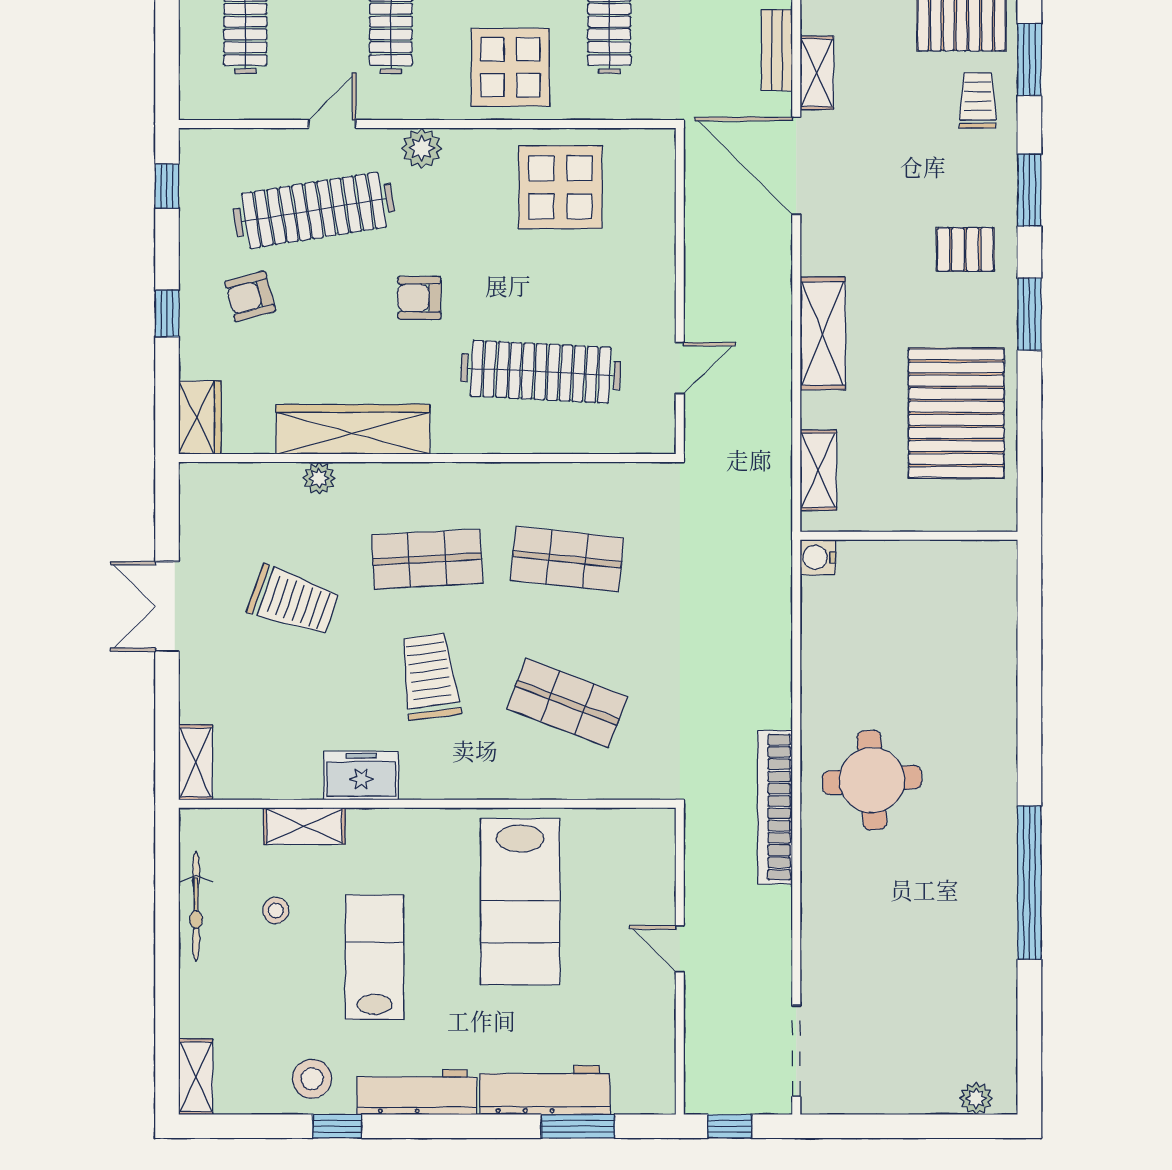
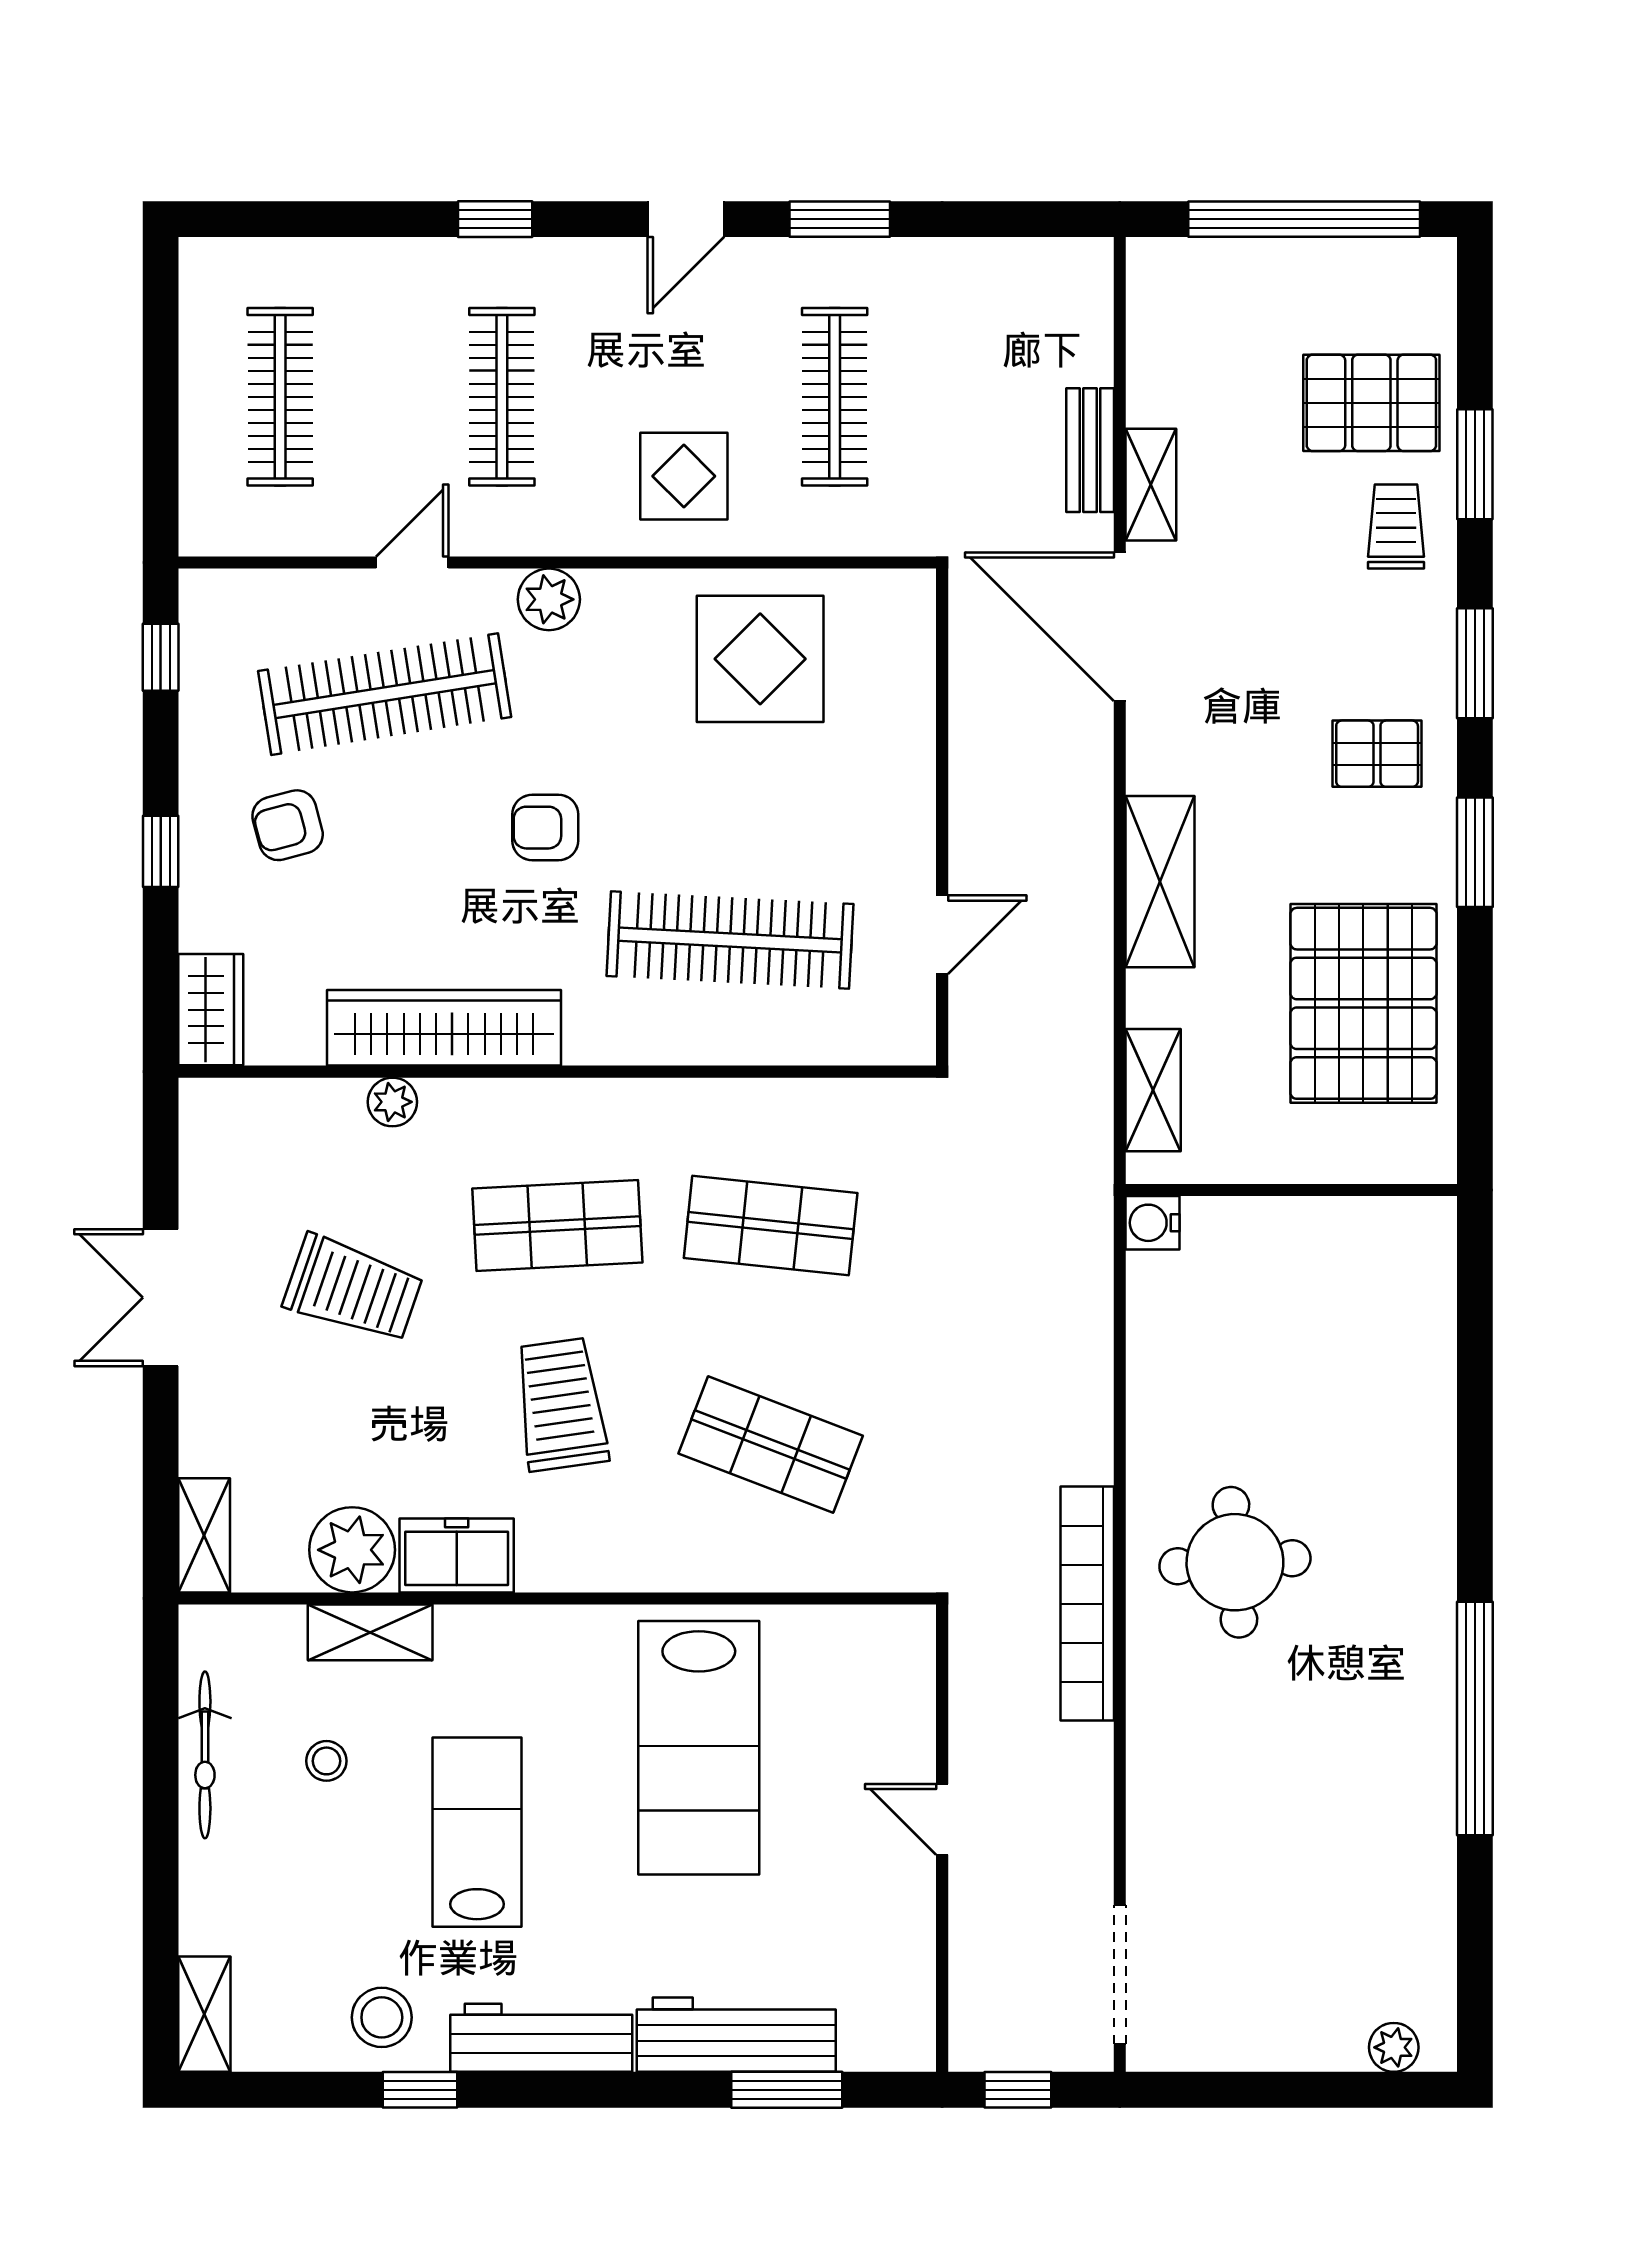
display table: (510, 67) -> (684, 476), width x0.73, depth x0.73
plant: (293, 772) -> (352, 1550), added

